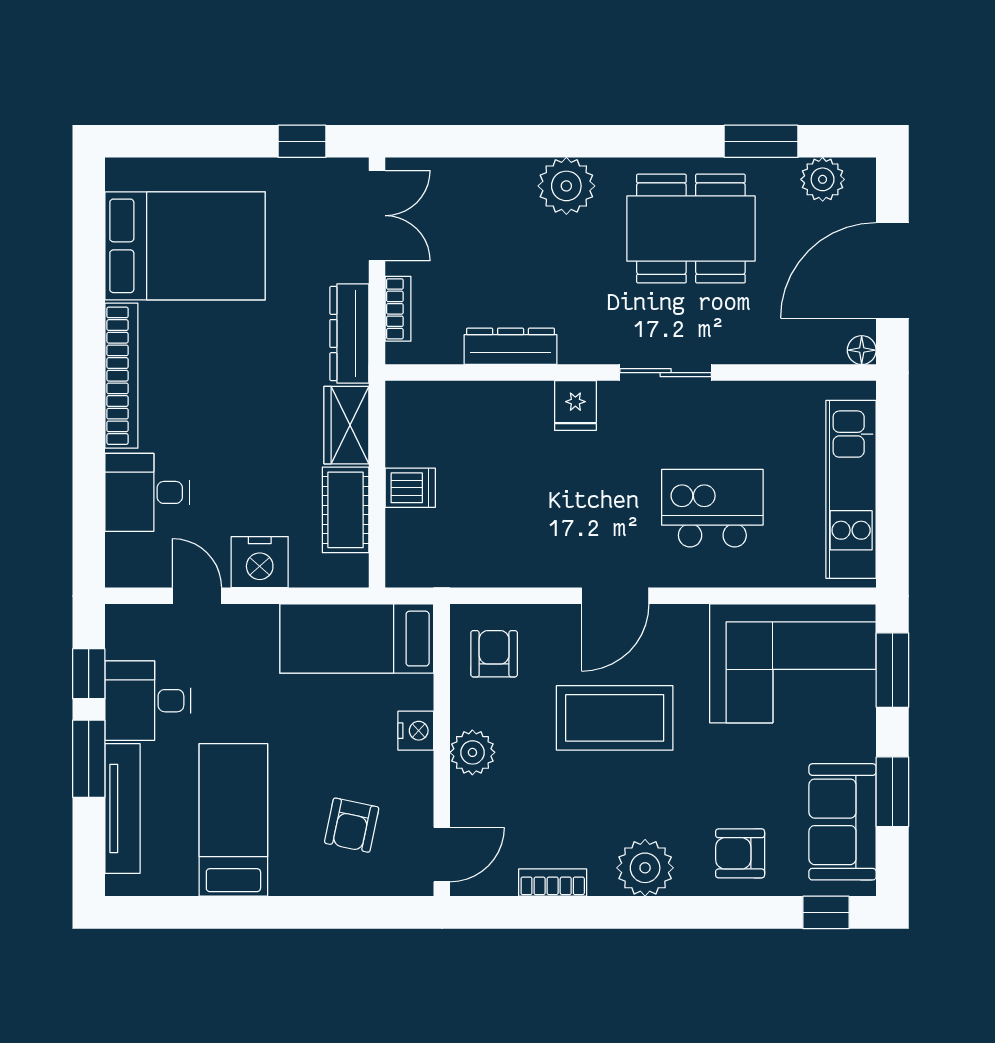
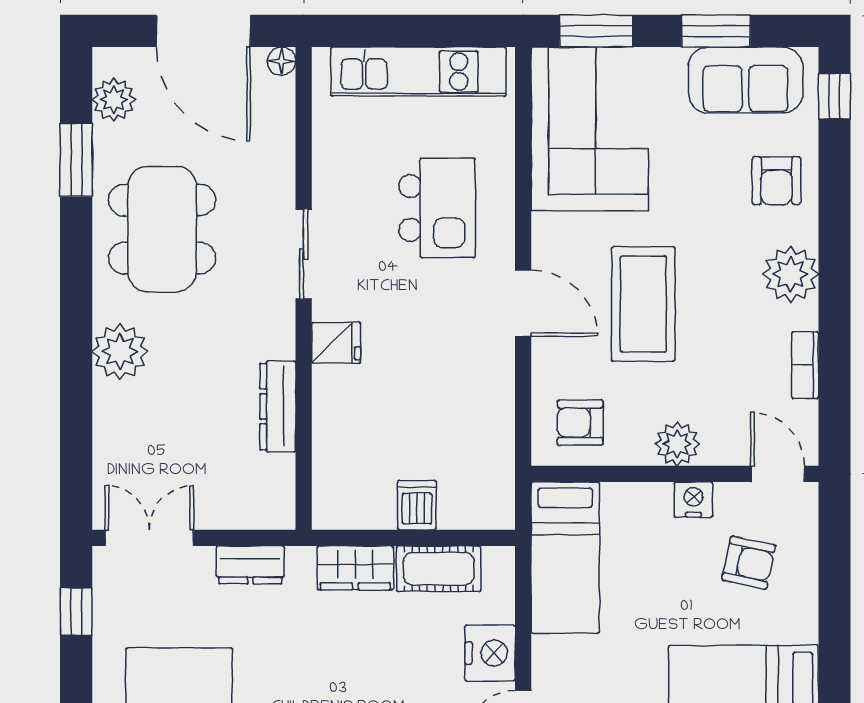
bookcase: (398, 309) -> (241, 517), removed
dresser: (349, 334) -> (250, 565), width x0.70
kitchen island: (712, 508) -> (437, 208), turned 180
nightstand: (416, 731) -> (693, 500), moved

